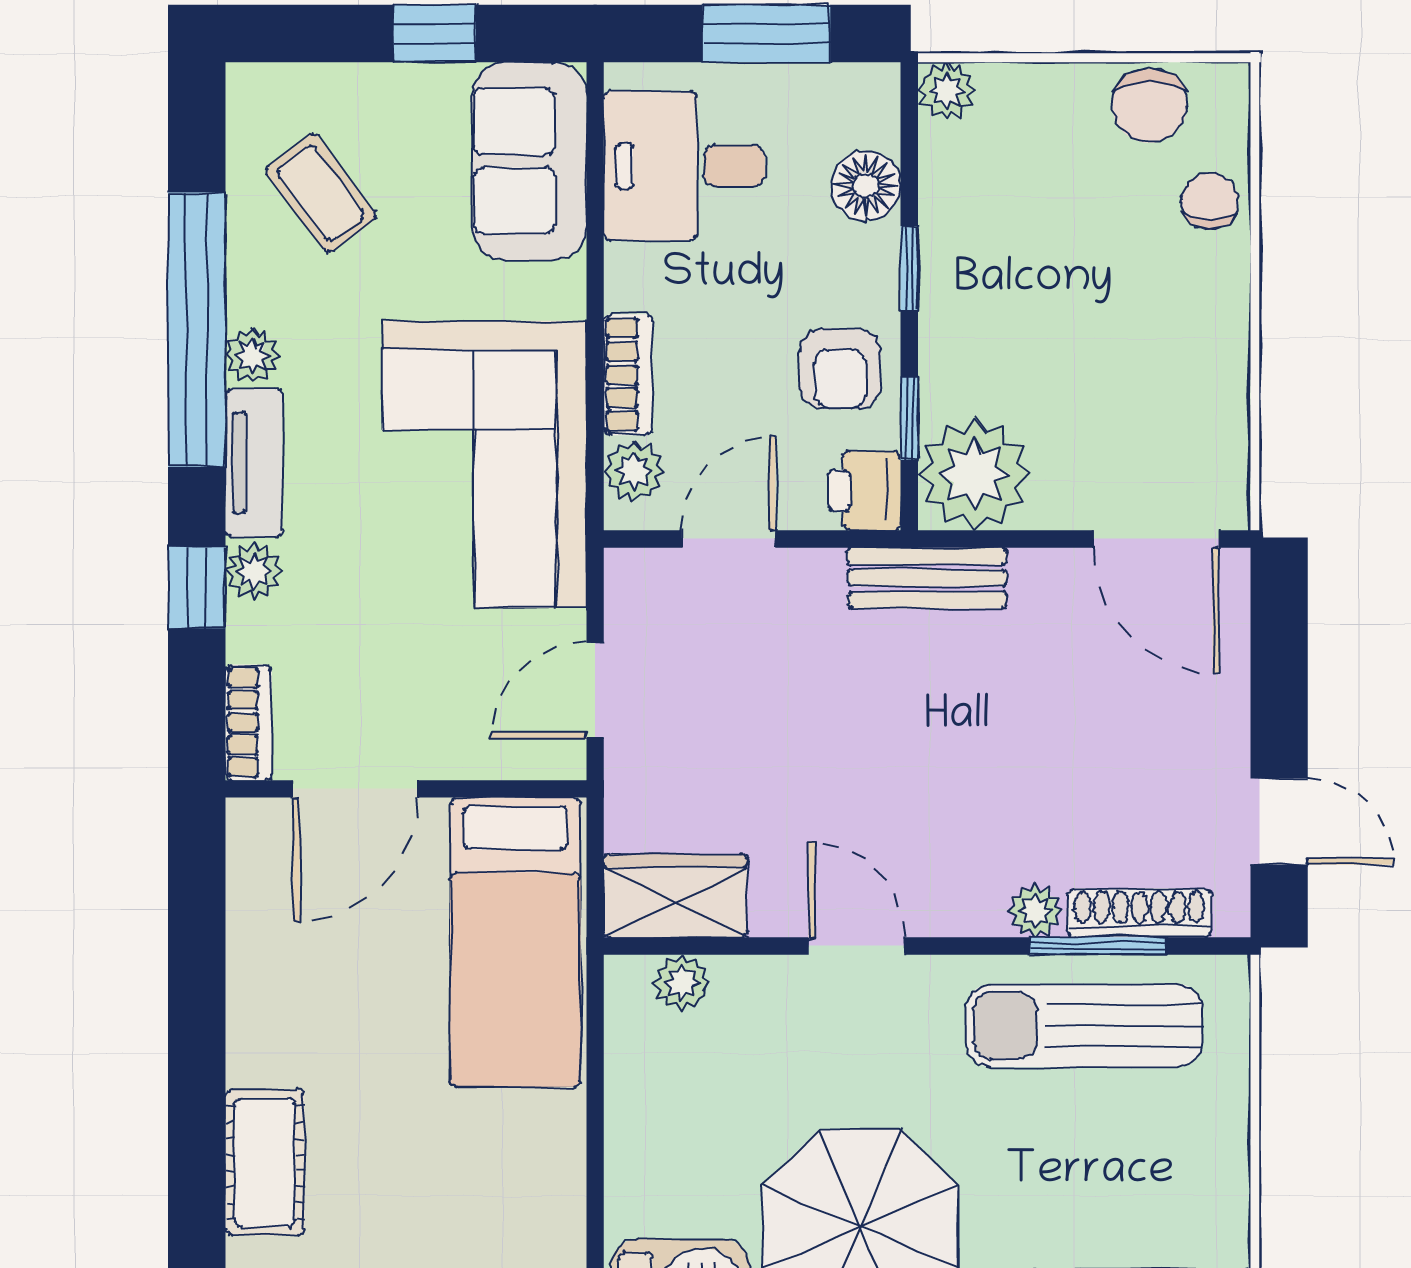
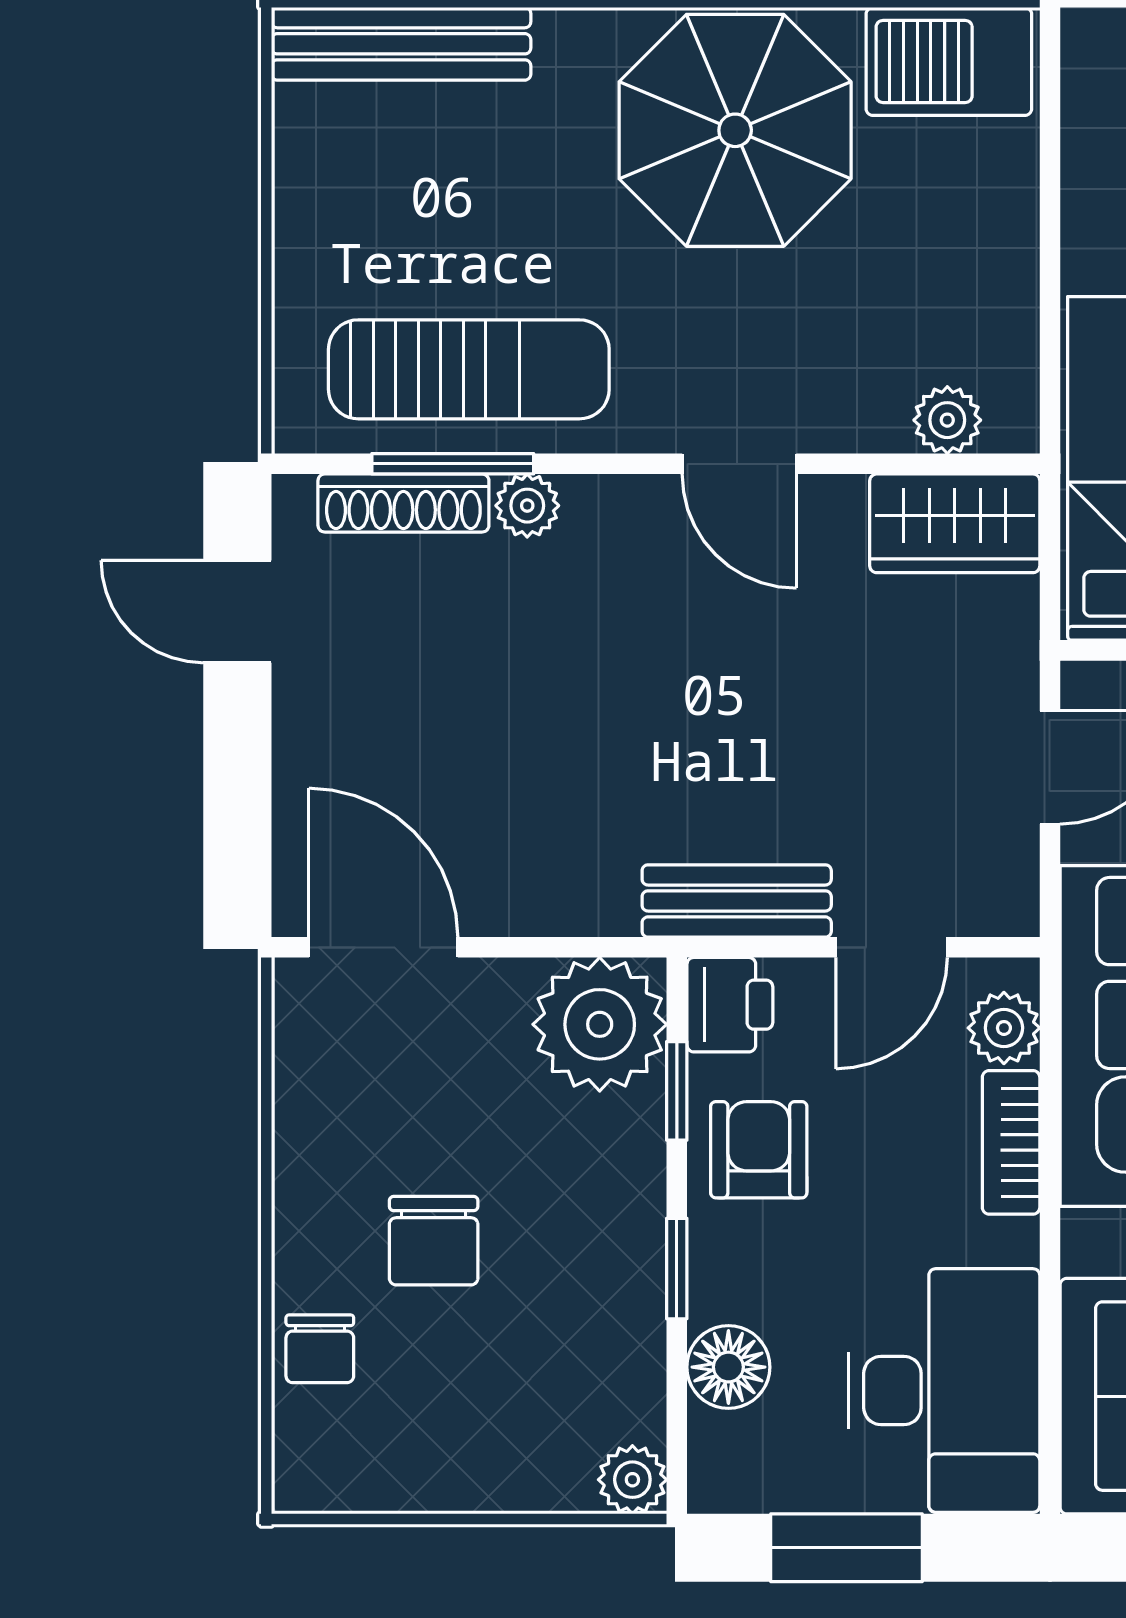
chair: (1150, 106) -> (434, 1241), moved, turned 180
desk: (684, 166) -> (944, 1390), width x1.37
bench: (927, 578) -> (737, 901), moved

